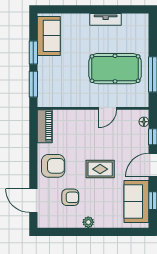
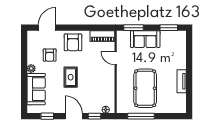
sofa: (49, 36) -> (145, 39), moved
window: (33, 52) -> (169, 28), moved
door: (107, 108) -> (116, 58), moved
sofa: (136, 201) -> (36, 89), moved, turned 90

